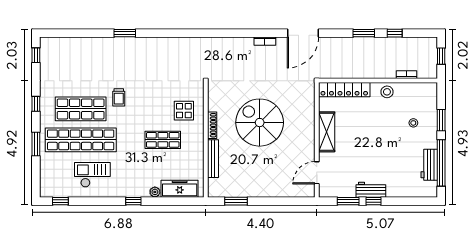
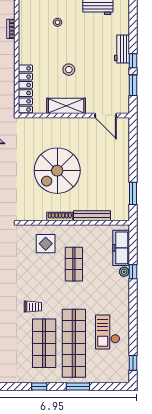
stool: (387, 92) -> (69, 70), moved
workbench: (371, 190) -> (122, 49), moved
window: (133, 201) -> (133, 272), moved

